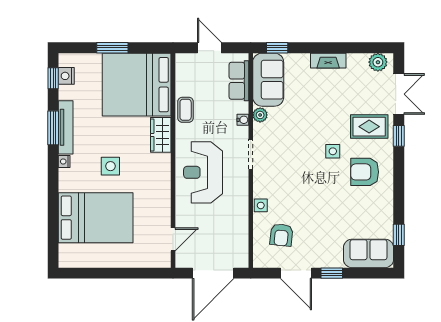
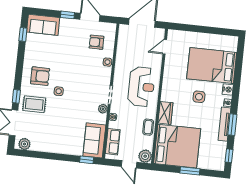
fireplace: (328, 61) -> (55, 148), removed
plant: (185, 63) -> (145, 156), added
nightstand: (66, 76) -> (228, 89), moved
plant: (260, 115) -> (103, 109), moved
armchair: (281, 235) -> (96, 42), turned -96

